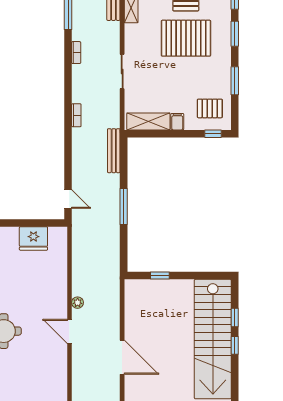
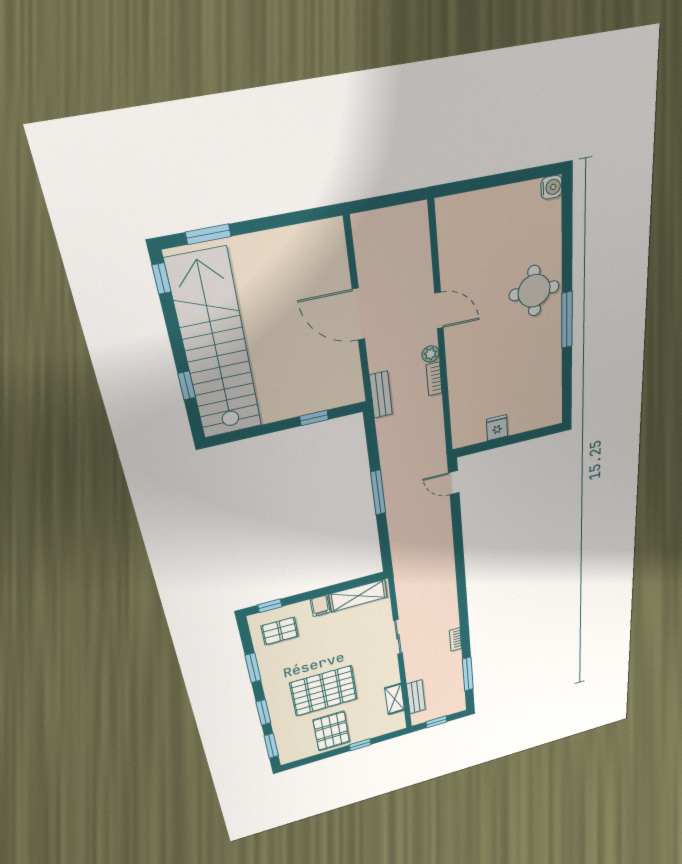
bookcase: (76, 115) -> (434, 379), moved
bench: (114, 151) -> (381, 395), moved, width x0.73
fridge: (33, 238) -> (497, 428), width x0.53, depth x0.75
window: (235, 345) -> (161, 279), moved
door: (122, 357) -> (358, 314), moved

